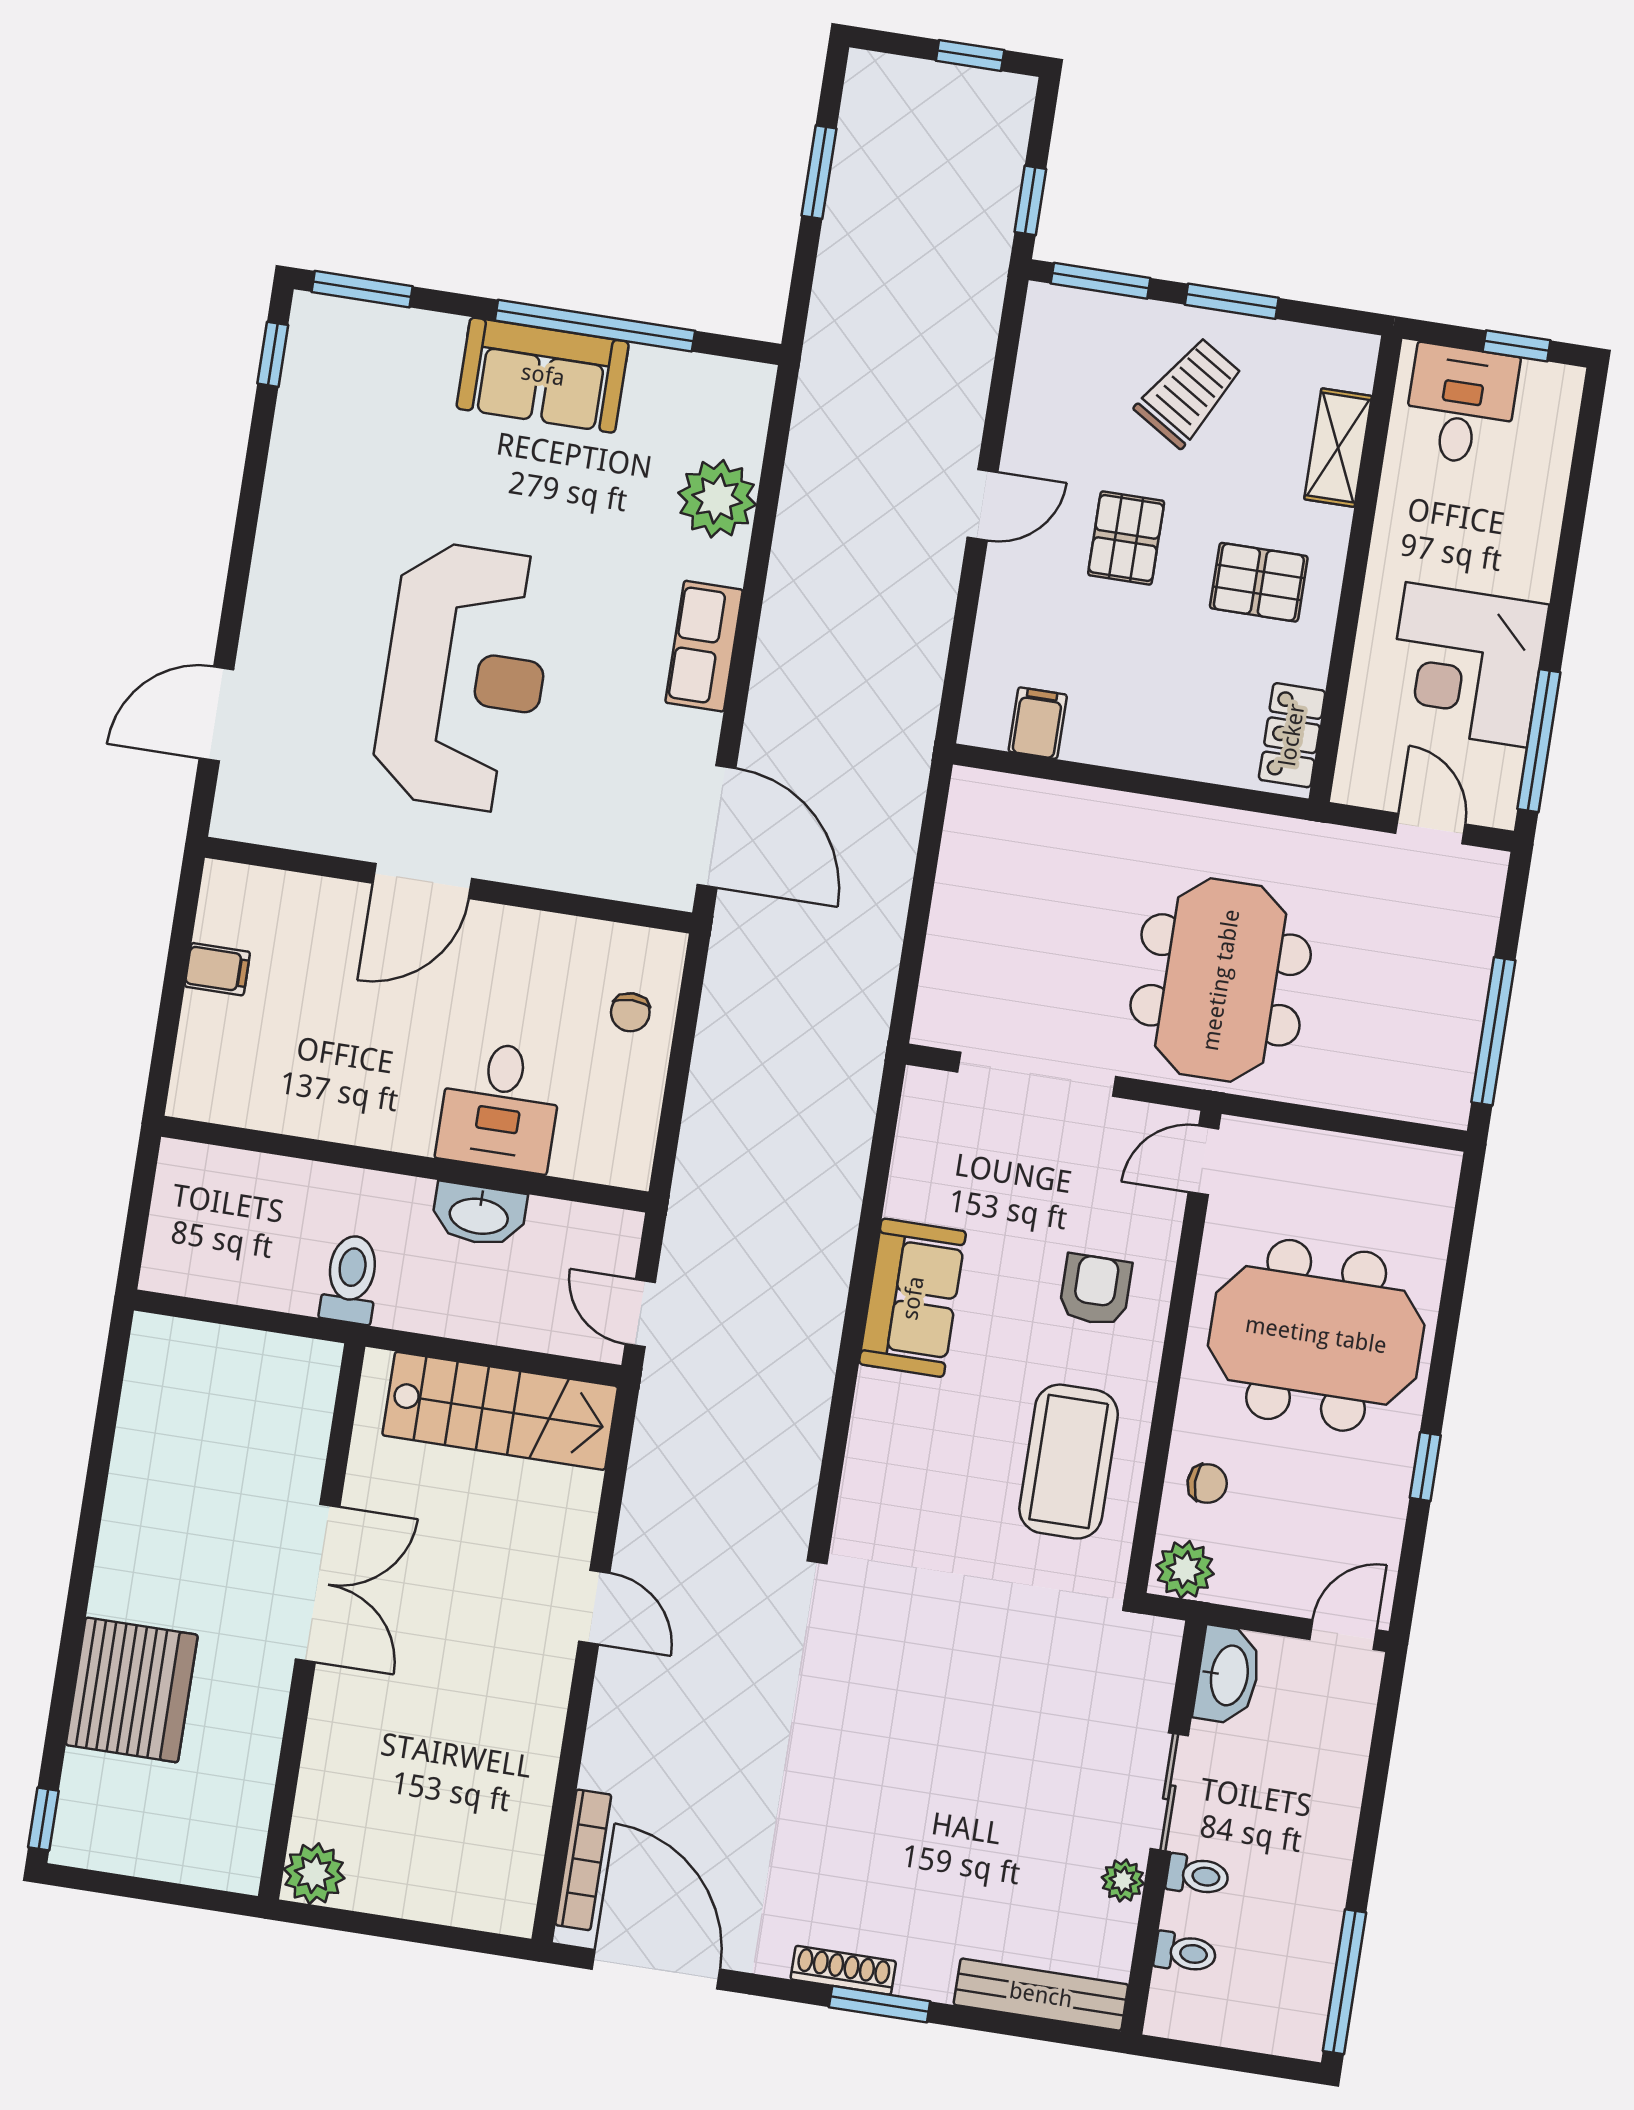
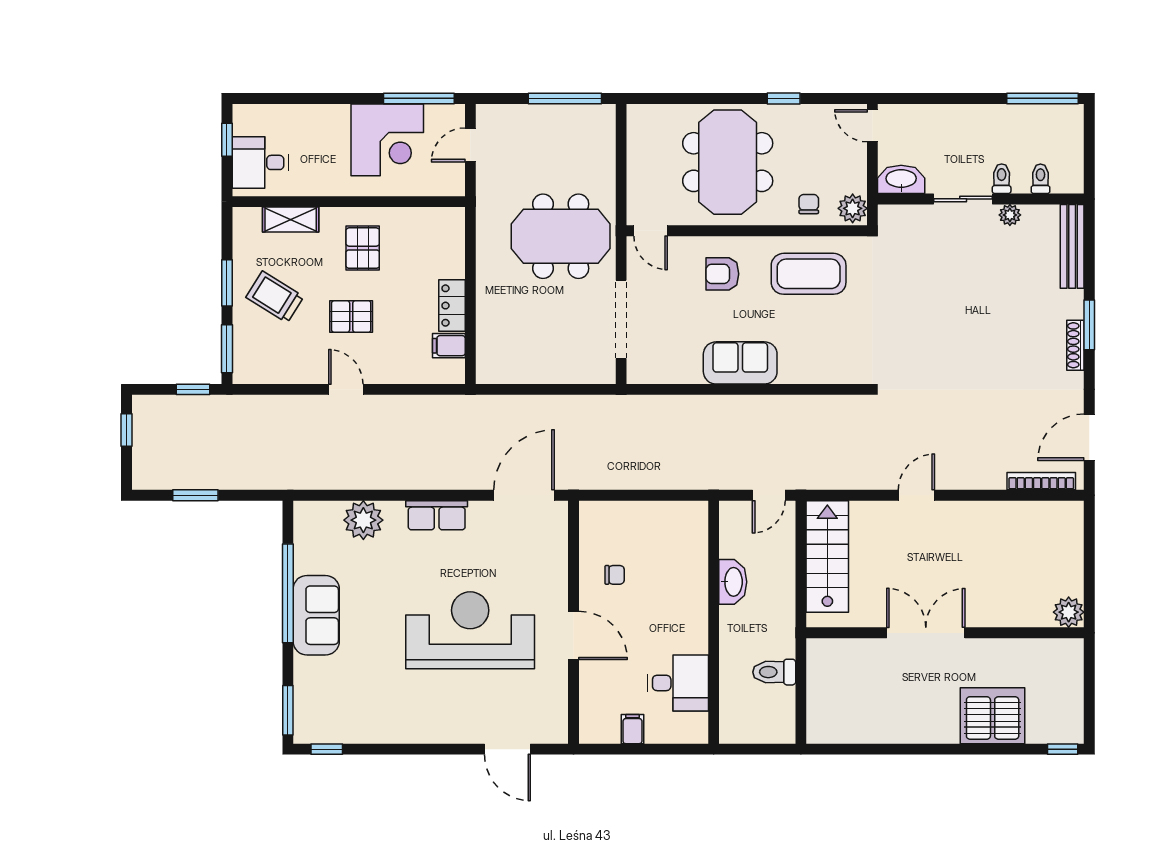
locker: (1292, 735) -> (452, 306), moved, turned 90
chair: (630, 1012) -> (615, 575), moved
desk: (500, 1106) -> (678, 683), moved
toilet: (351, 1279) -> (774, 672), moved
door: (656, 1969) -> (1089, 437), width x0.73

